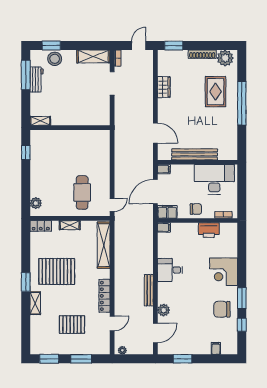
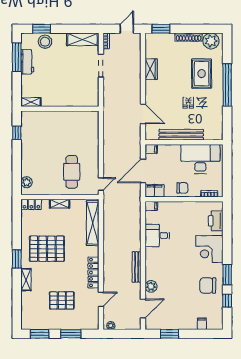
printer: (209, 230) -> (216, 221), moved, turned 90
desk: (170, 270) -> (157, 235), moved

